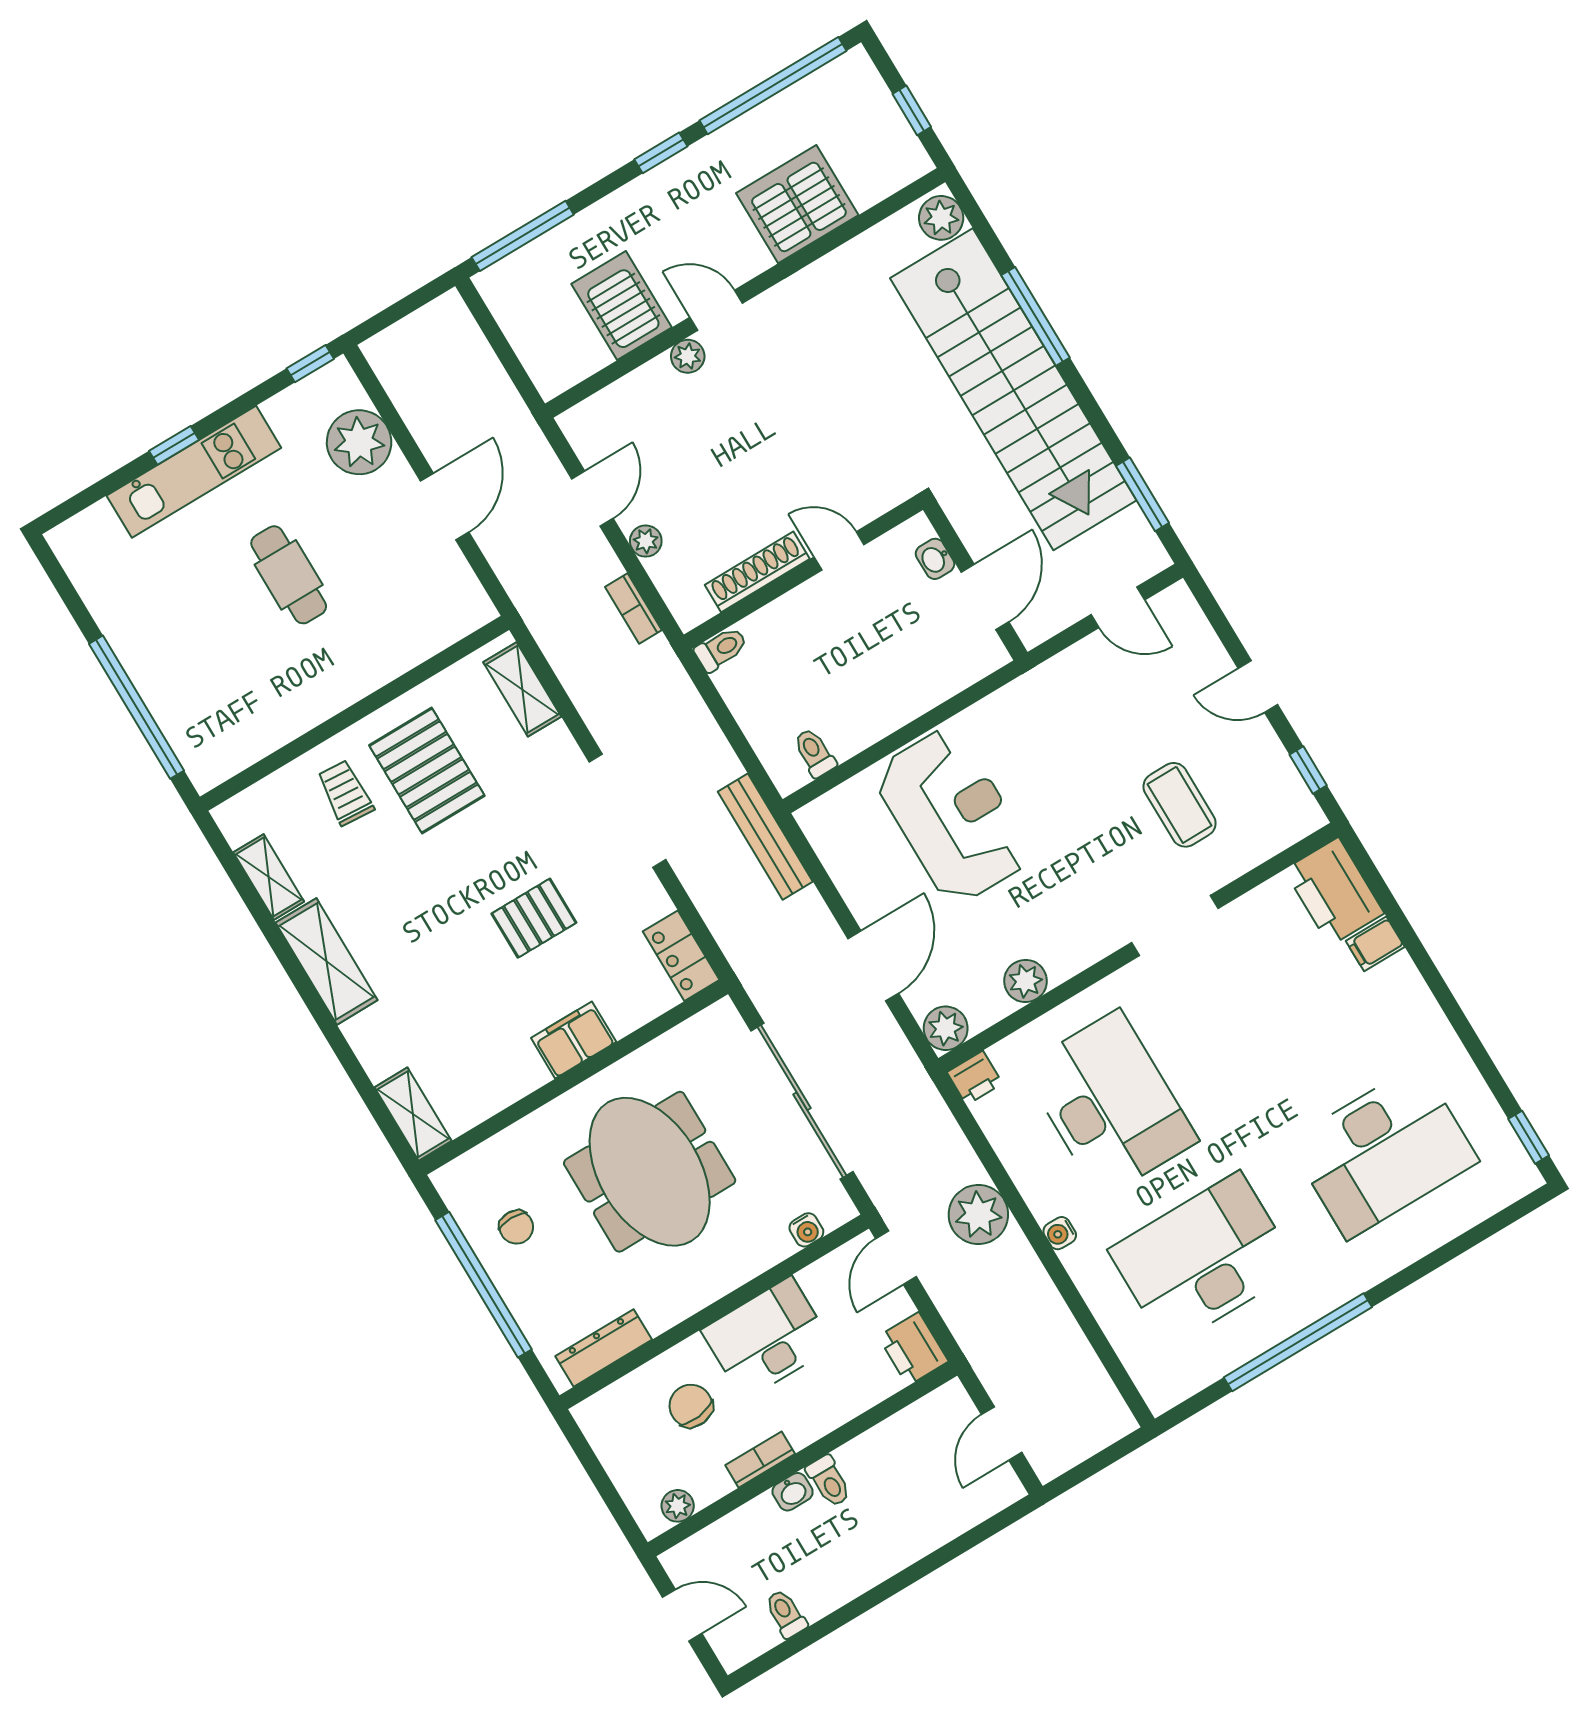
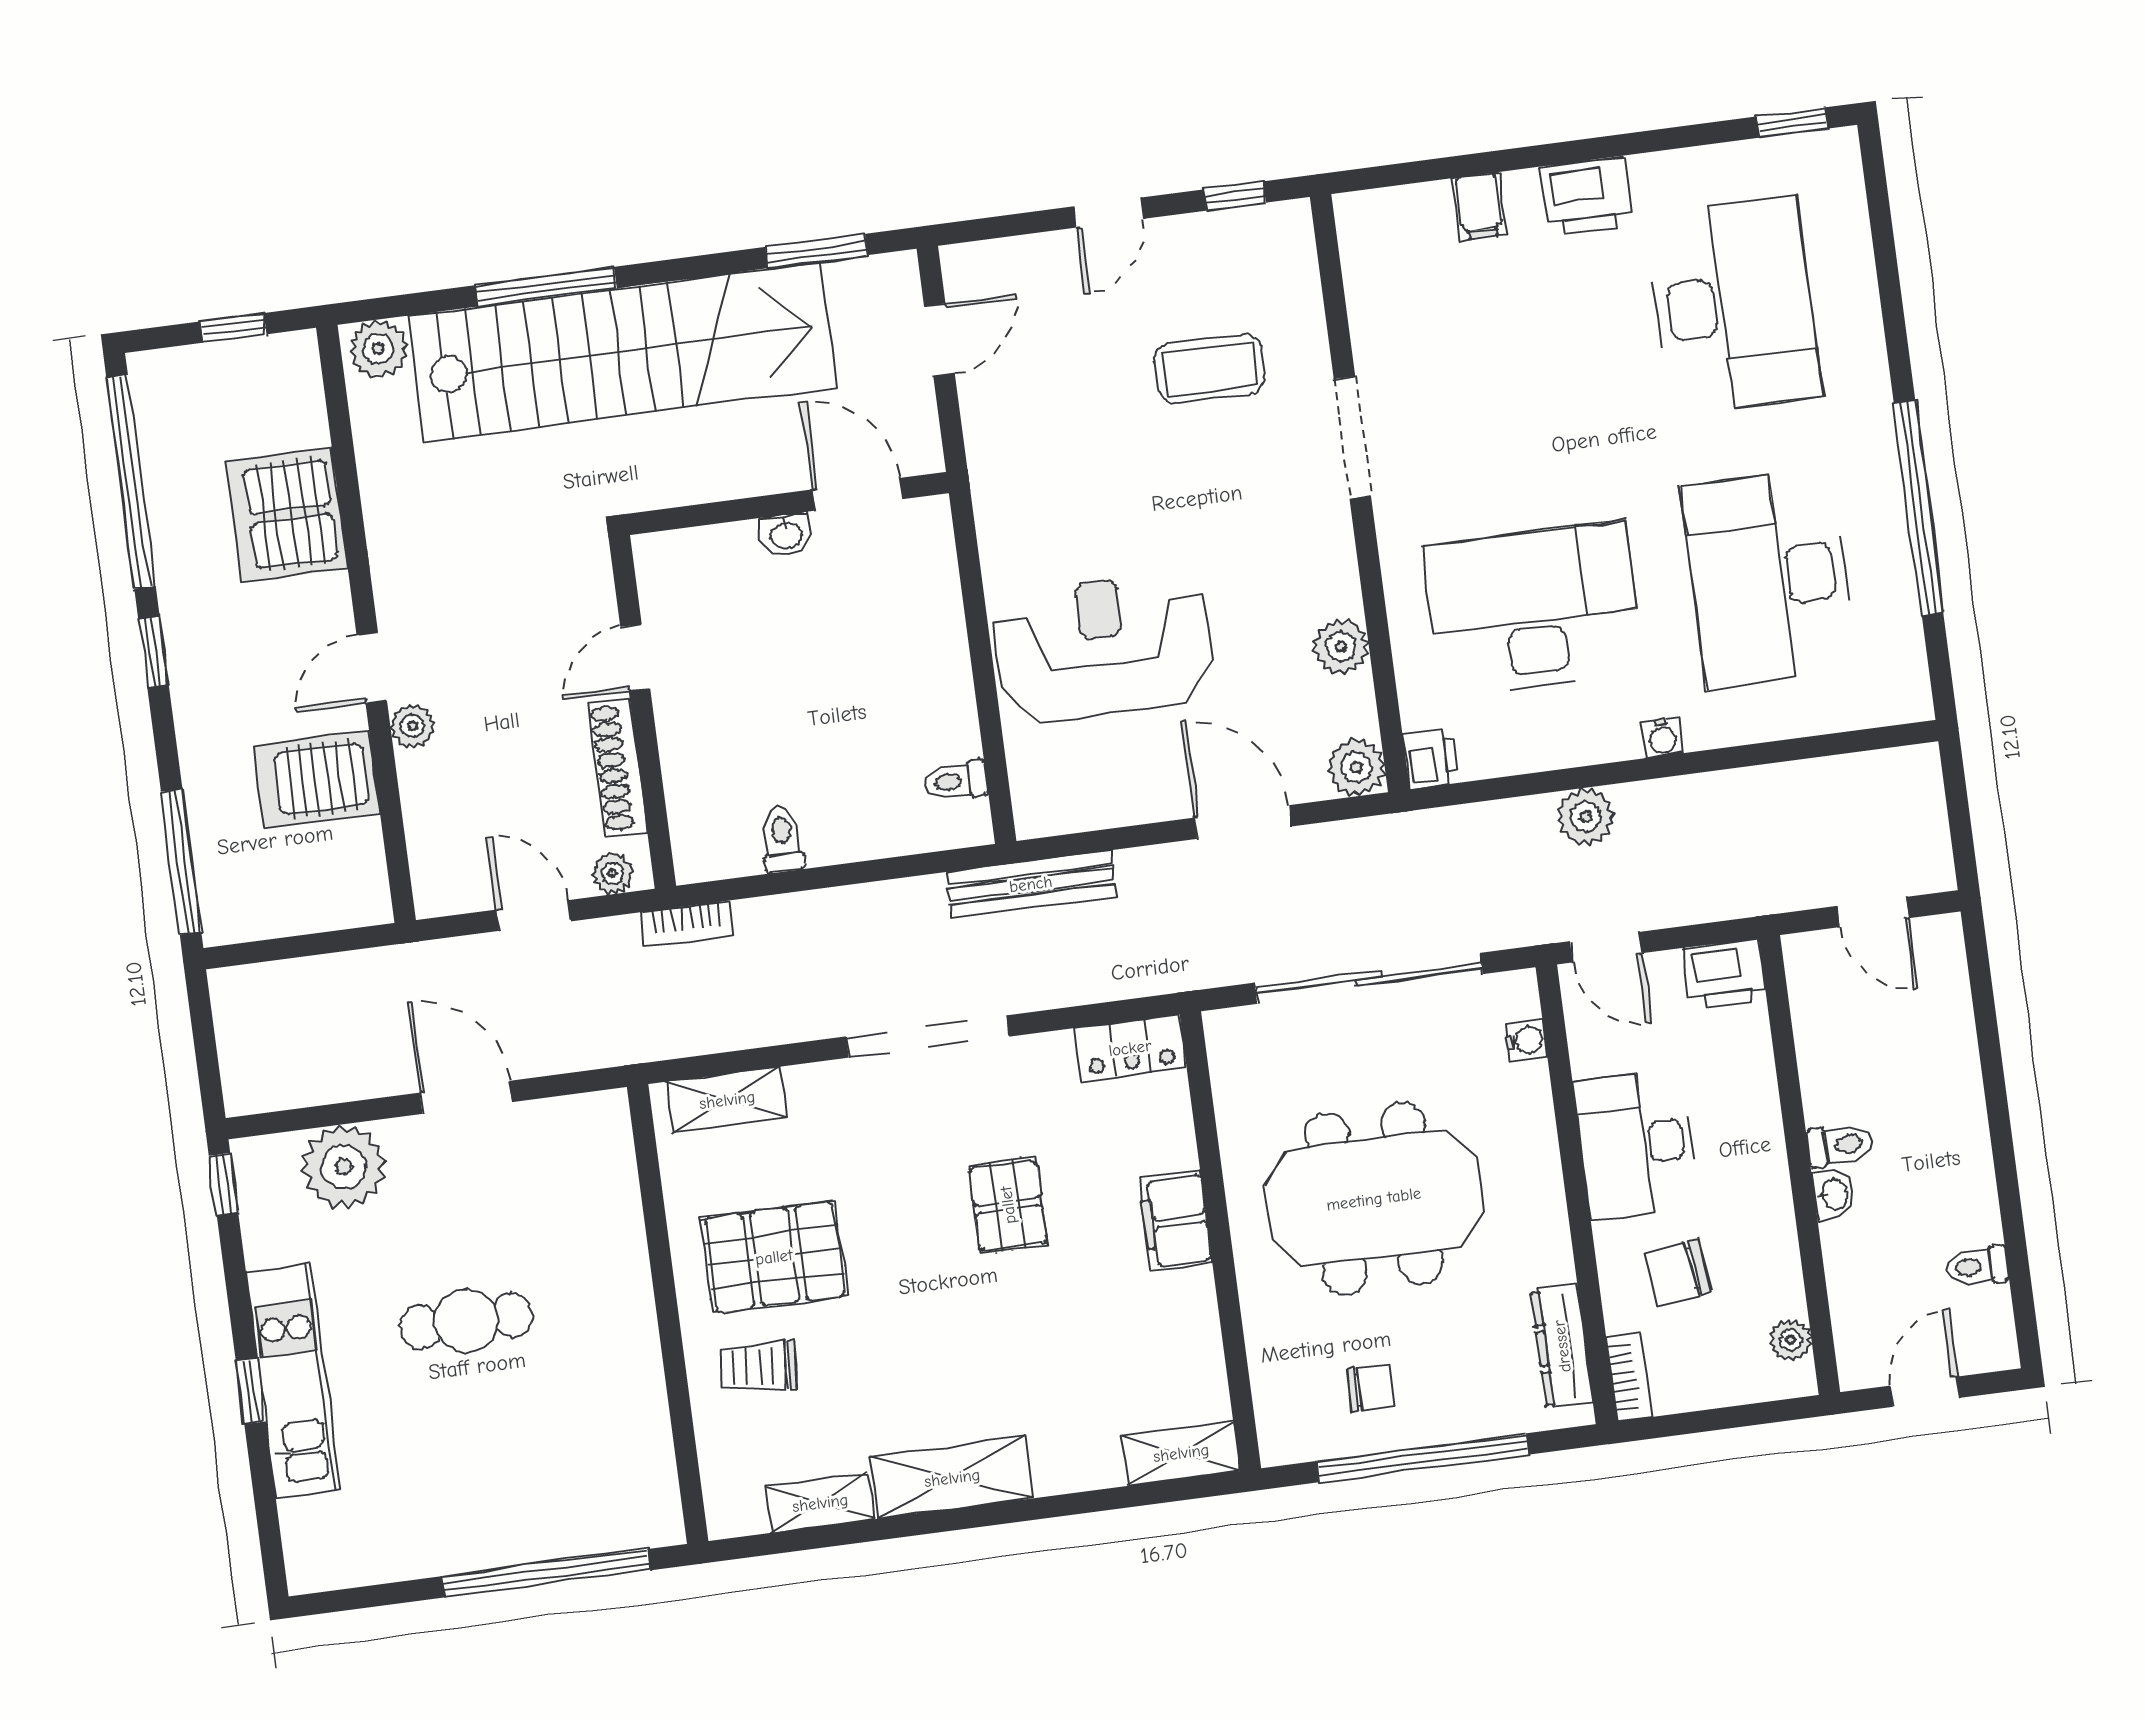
door: (839, 551) -> (635, 658), moved
shoe rack: (757, 572) -> (618, 767), moved
wall: (803, 572) -> (642, 712), moved
printer: (1334, 892) -> (1586, 196), moved, width x0.73, depth x0.84
plant: (978, 1215) -> (1586, 817), width x0.73, depth x0.73
bookcase: (760, 1460) -> (1629, 1376), moved, turned 180

